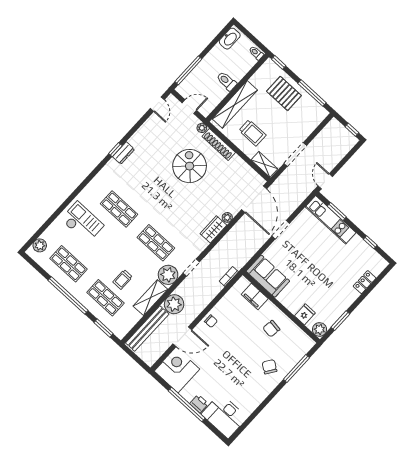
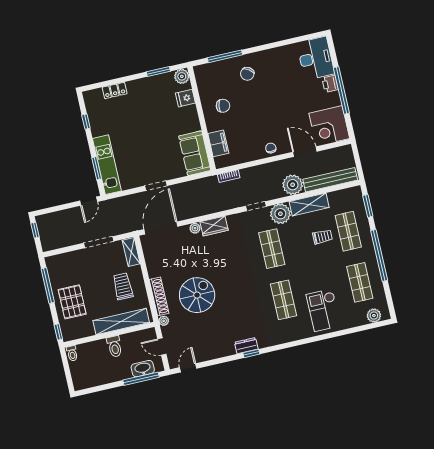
washbasin: (230, 39) -> (143, 369), moved
spiral stairs: (190, 166) -> (197, 295), turned 180

